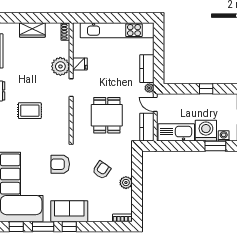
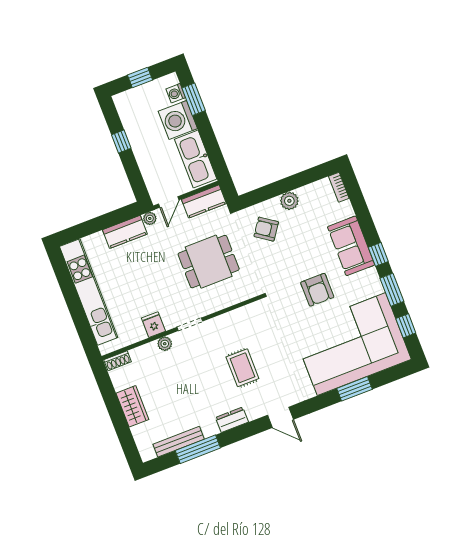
plant: (60, 66) -> (165, 344), width x0.53, depth x0.53
armchair: (60, 164) -> (317, 290), moved
armchair: (102, 170) -> (266, 229), moved
sofa: (69, 211) -> (351, 246), moved

